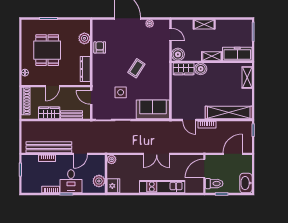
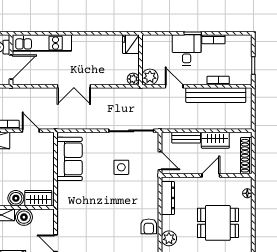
dining table: (47, 50) -> (218, 223), turned 90
boiler: (178, 54) -> (24, 217), moved
coffee table: (136, 68) -> (100, 199), removed
sofa: (153, 109) -> (69, 159), moved, turned -90
door: (80, 154) -> (174, 86), hinge flipped
double door: (157, 154) -> (74, 86), swing flipped
plant: (99, 181) -> (150, 77), moved
kitchen unit: (162, 187) -> (42, 43), moved

